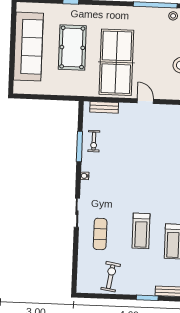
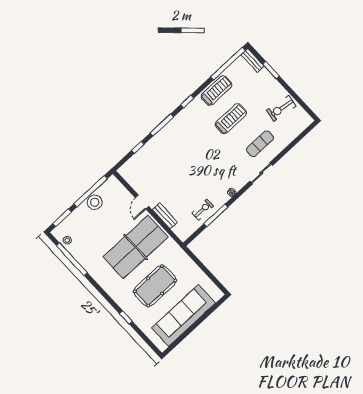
bench: (104, 107) -> (165, 216), moved

